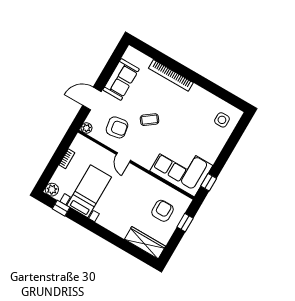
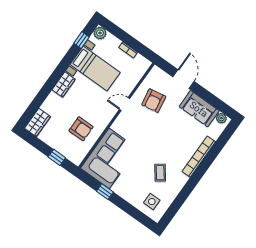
coffee table: (150, 120) -> (160, 173), moved
plant: (87, 128) -> (221, 118), moved
window: (209, 182) -> (105, 192), moved
armchair: (162, 211) -> (81, 129), moved
wardrobe: (109, 223) -> (64, 85), added
wardrobe: (145, 243) -> (38, 122), width x0.67

